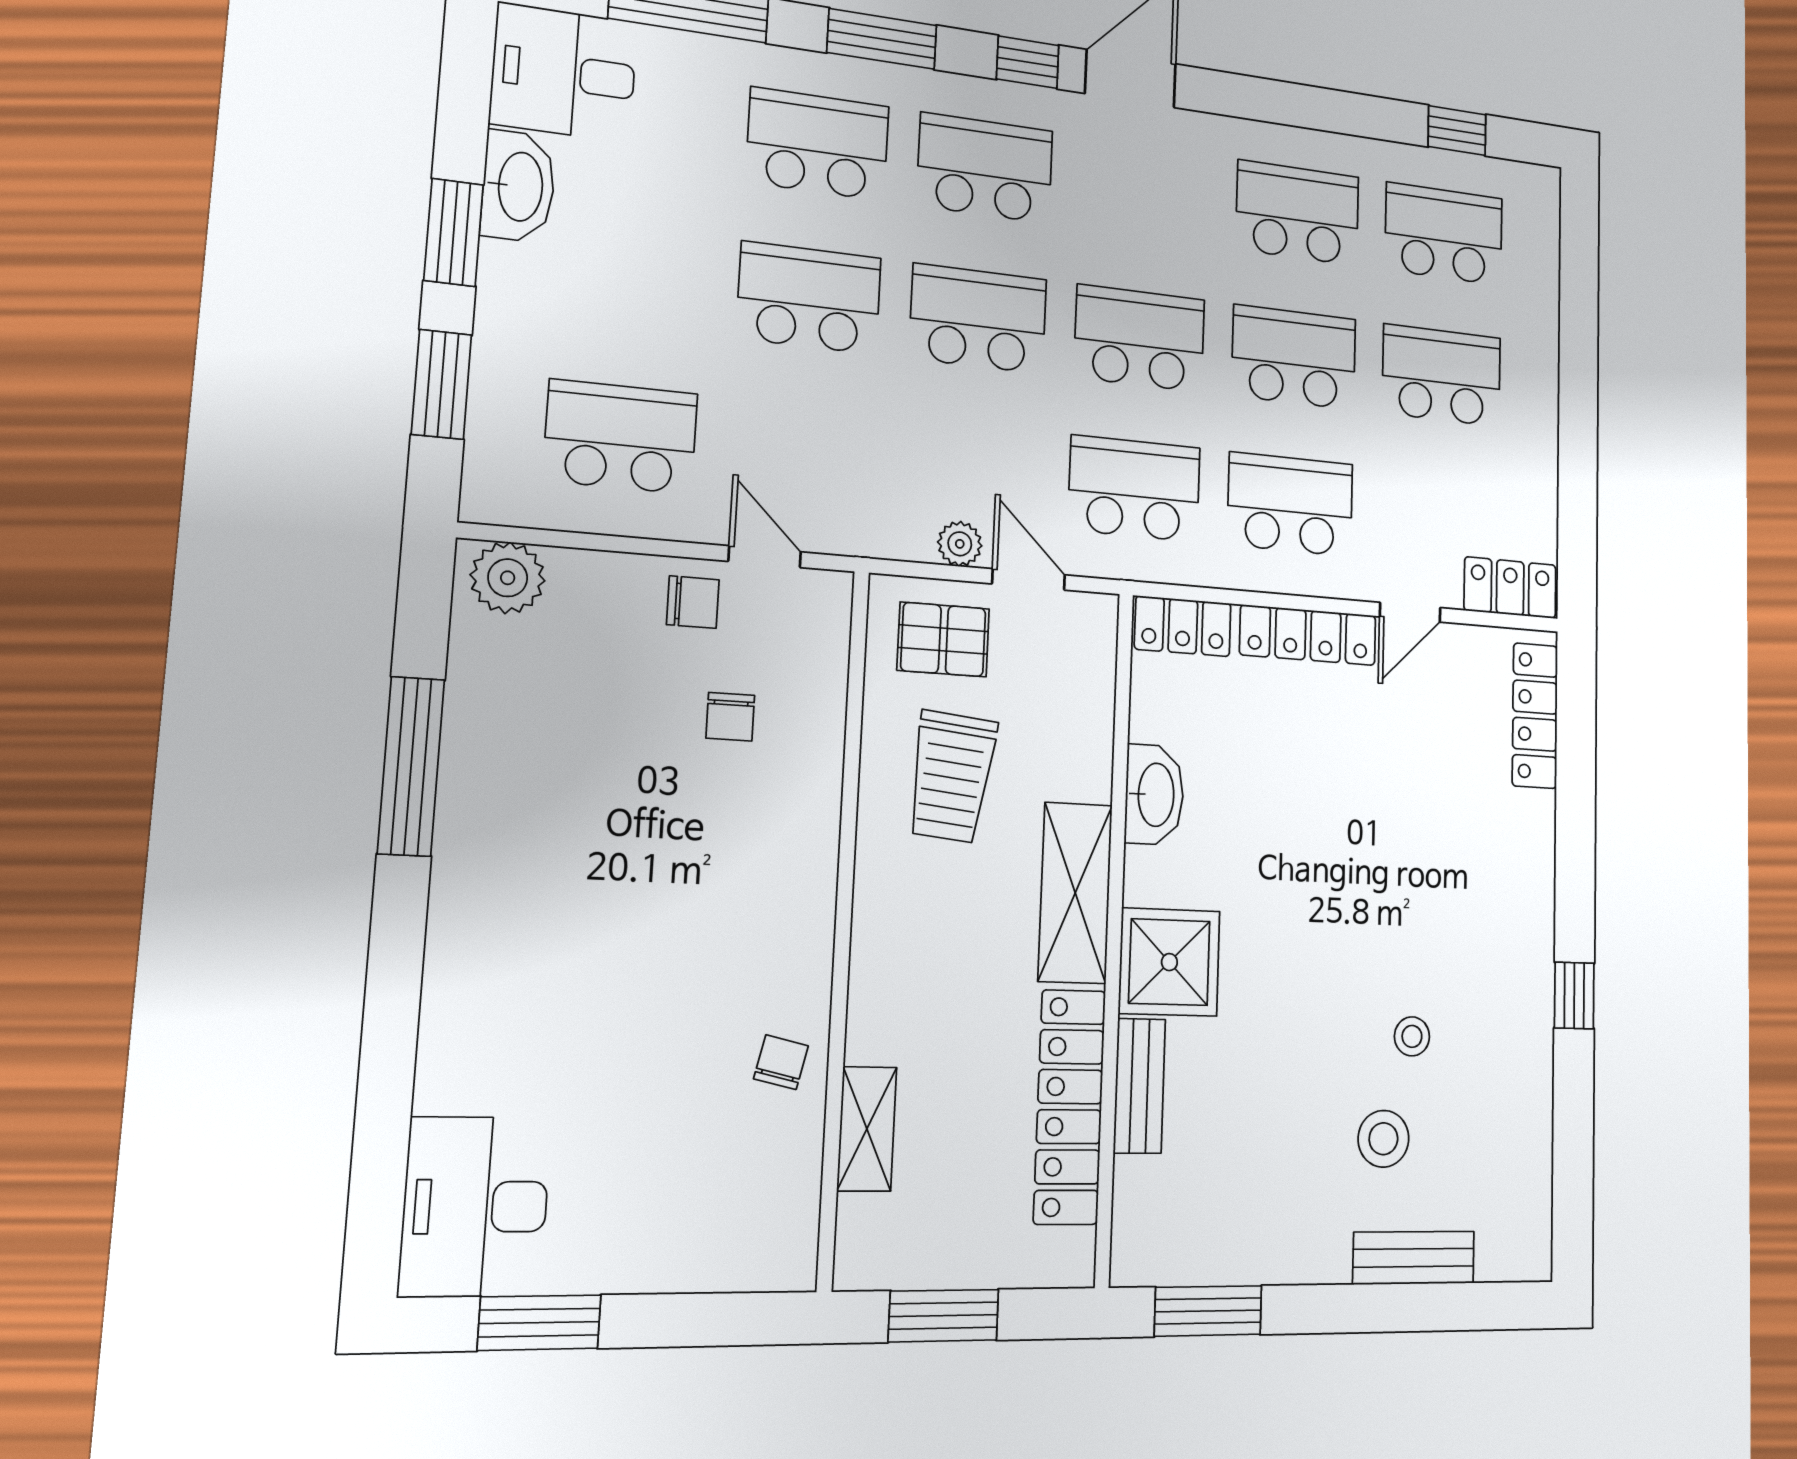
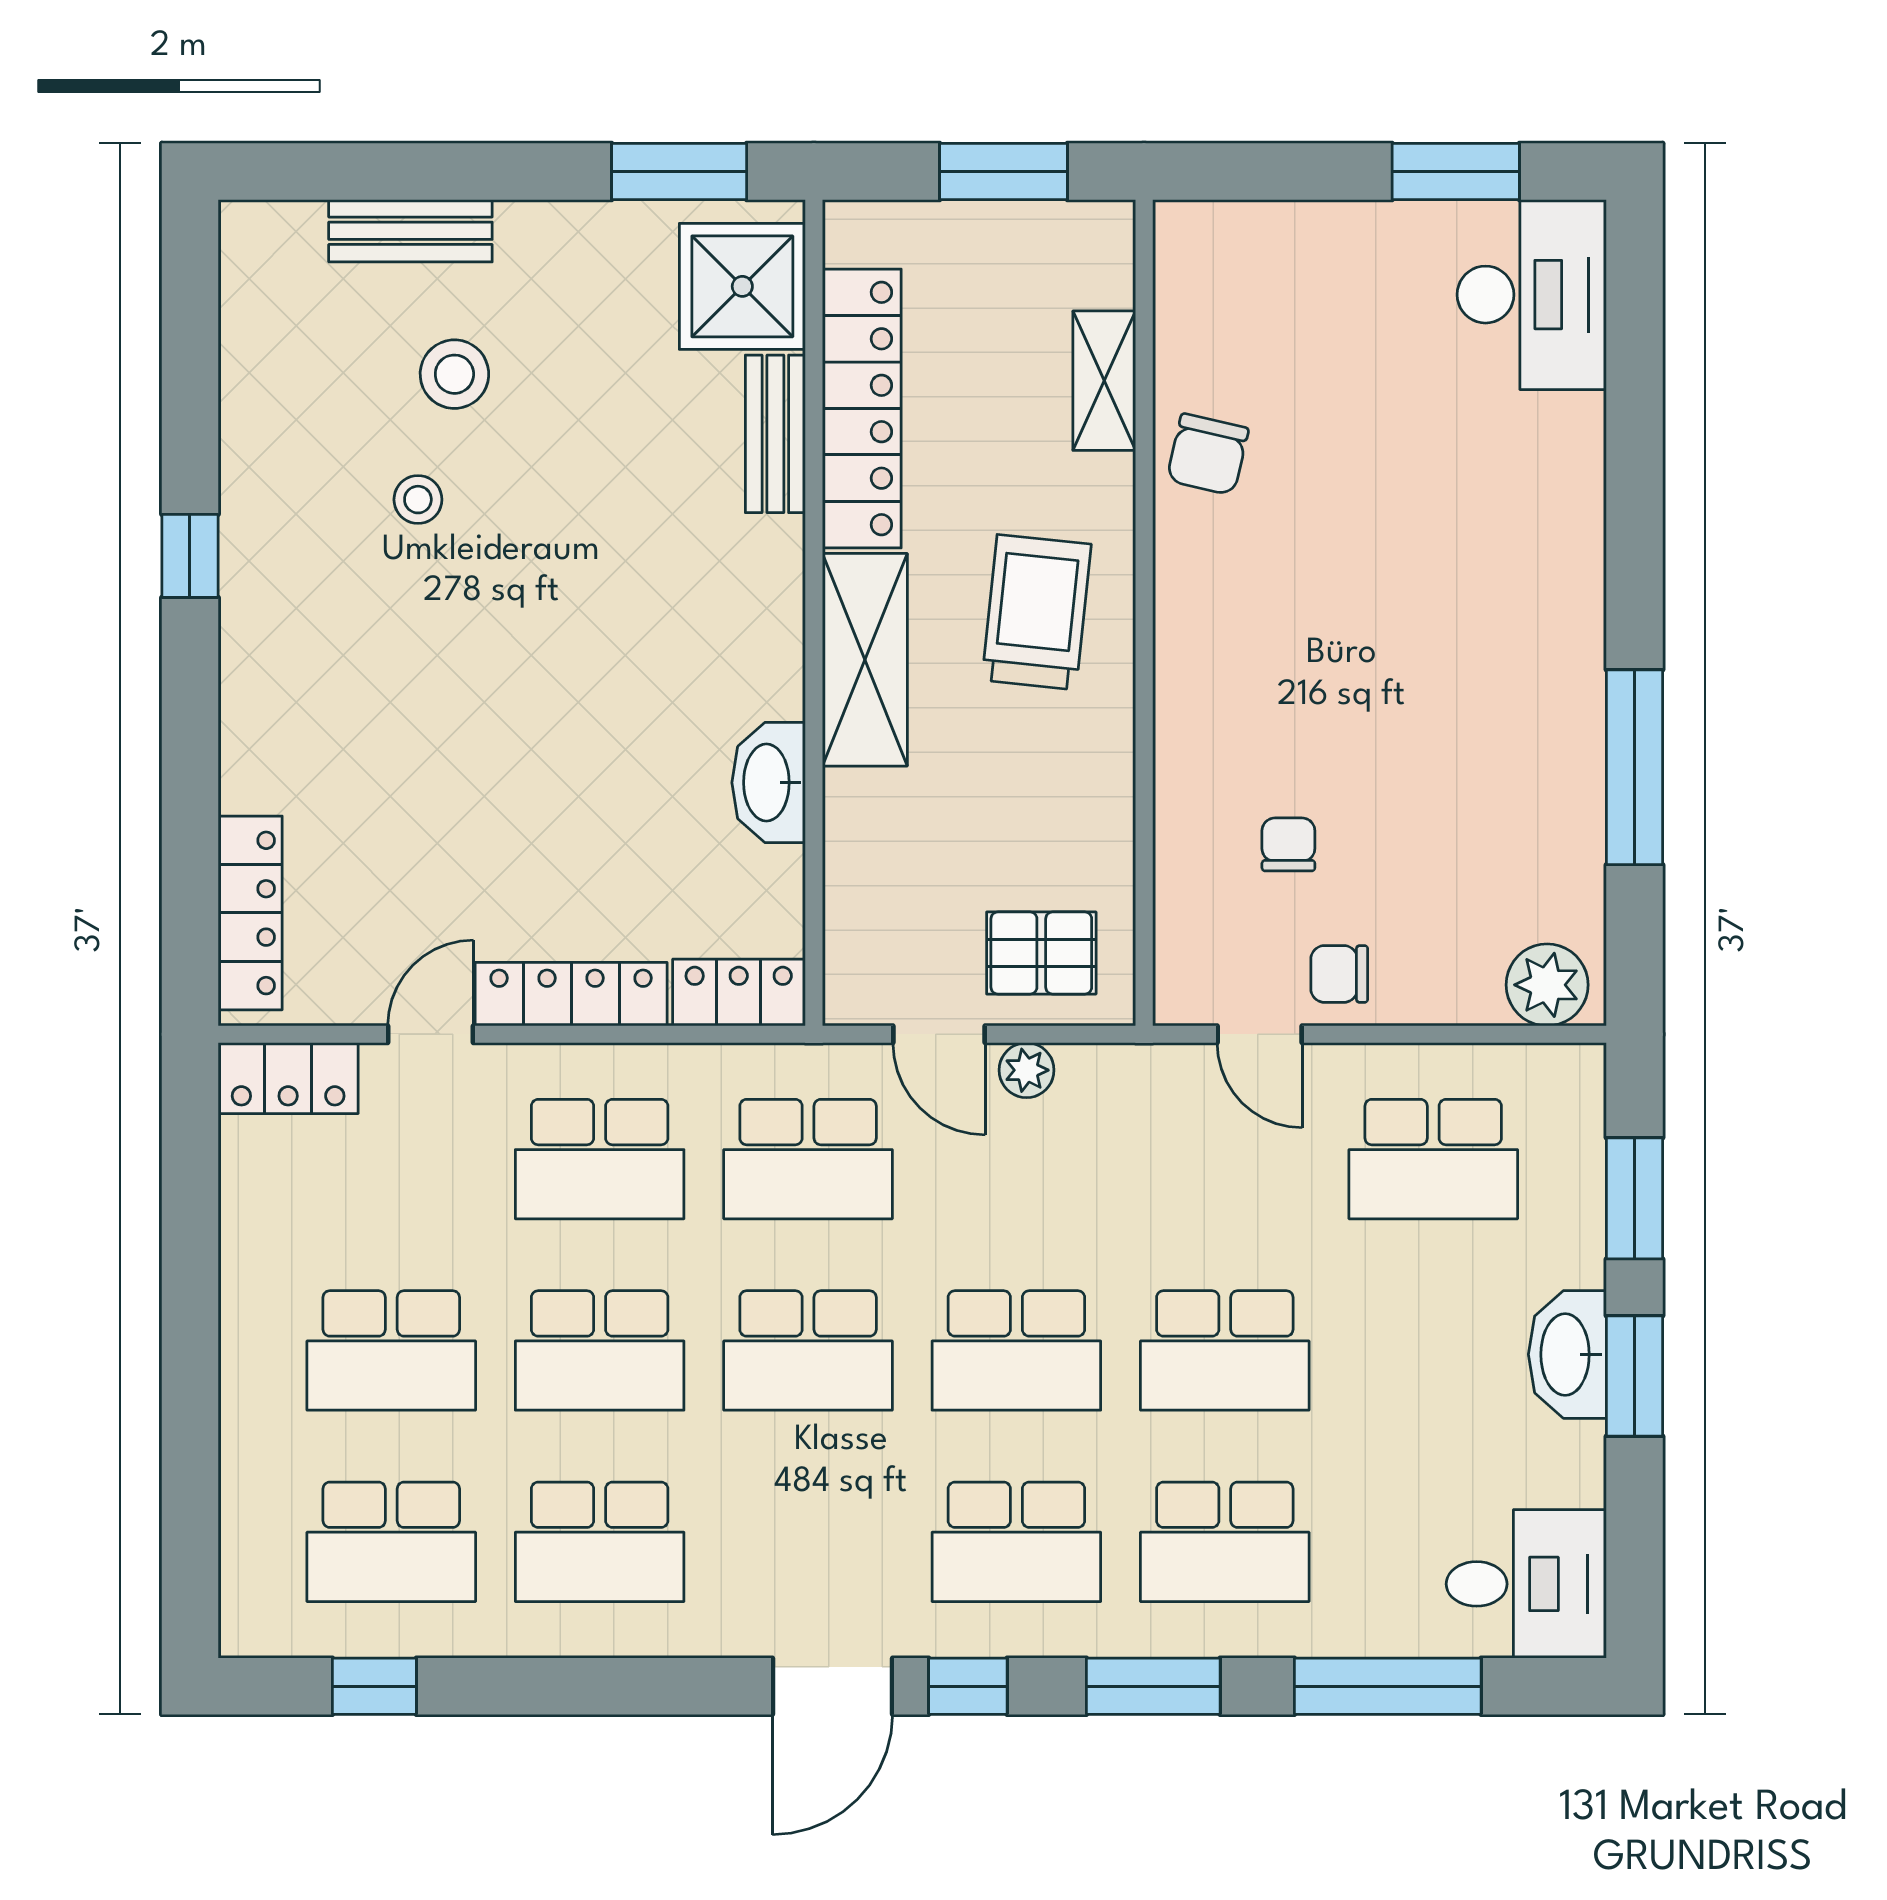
washbasin: (518, 186) -> (1567, 1354), moved
trolley: (951, 777) -> (1036, 612), moved
shower: (1169, 962) -> (742, 286), moved
chair: (781, 1062) -> (1208, 454), width x1.37, depth x1.37

